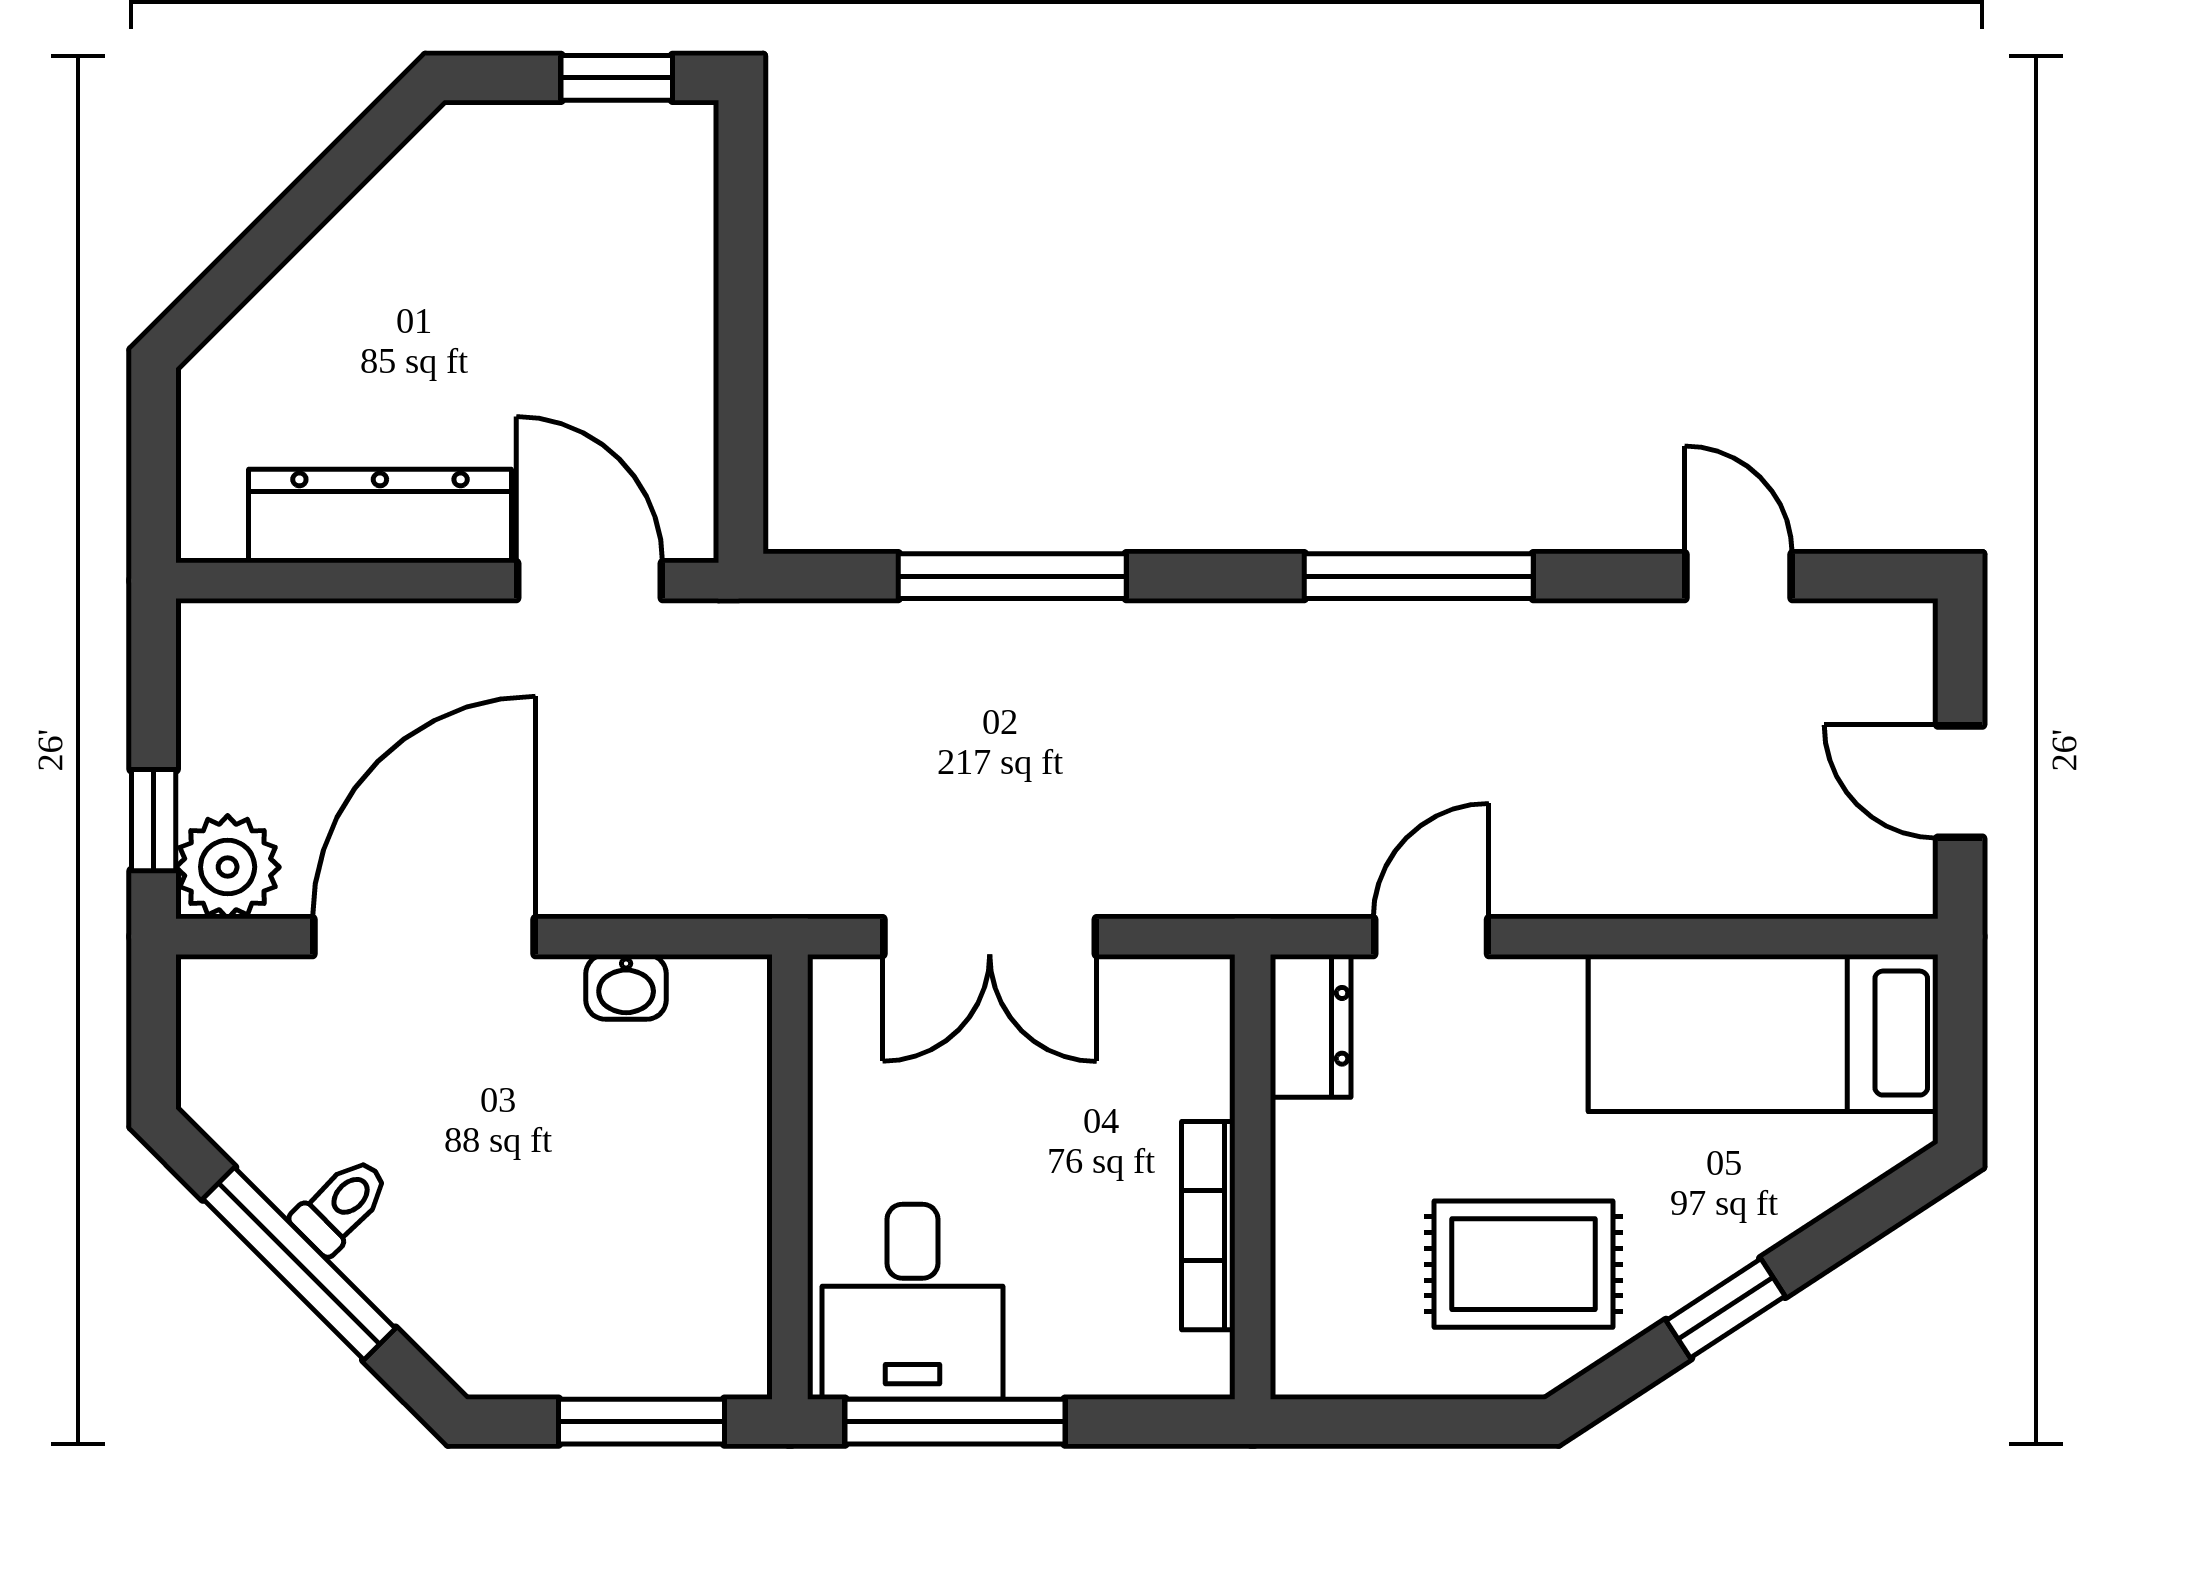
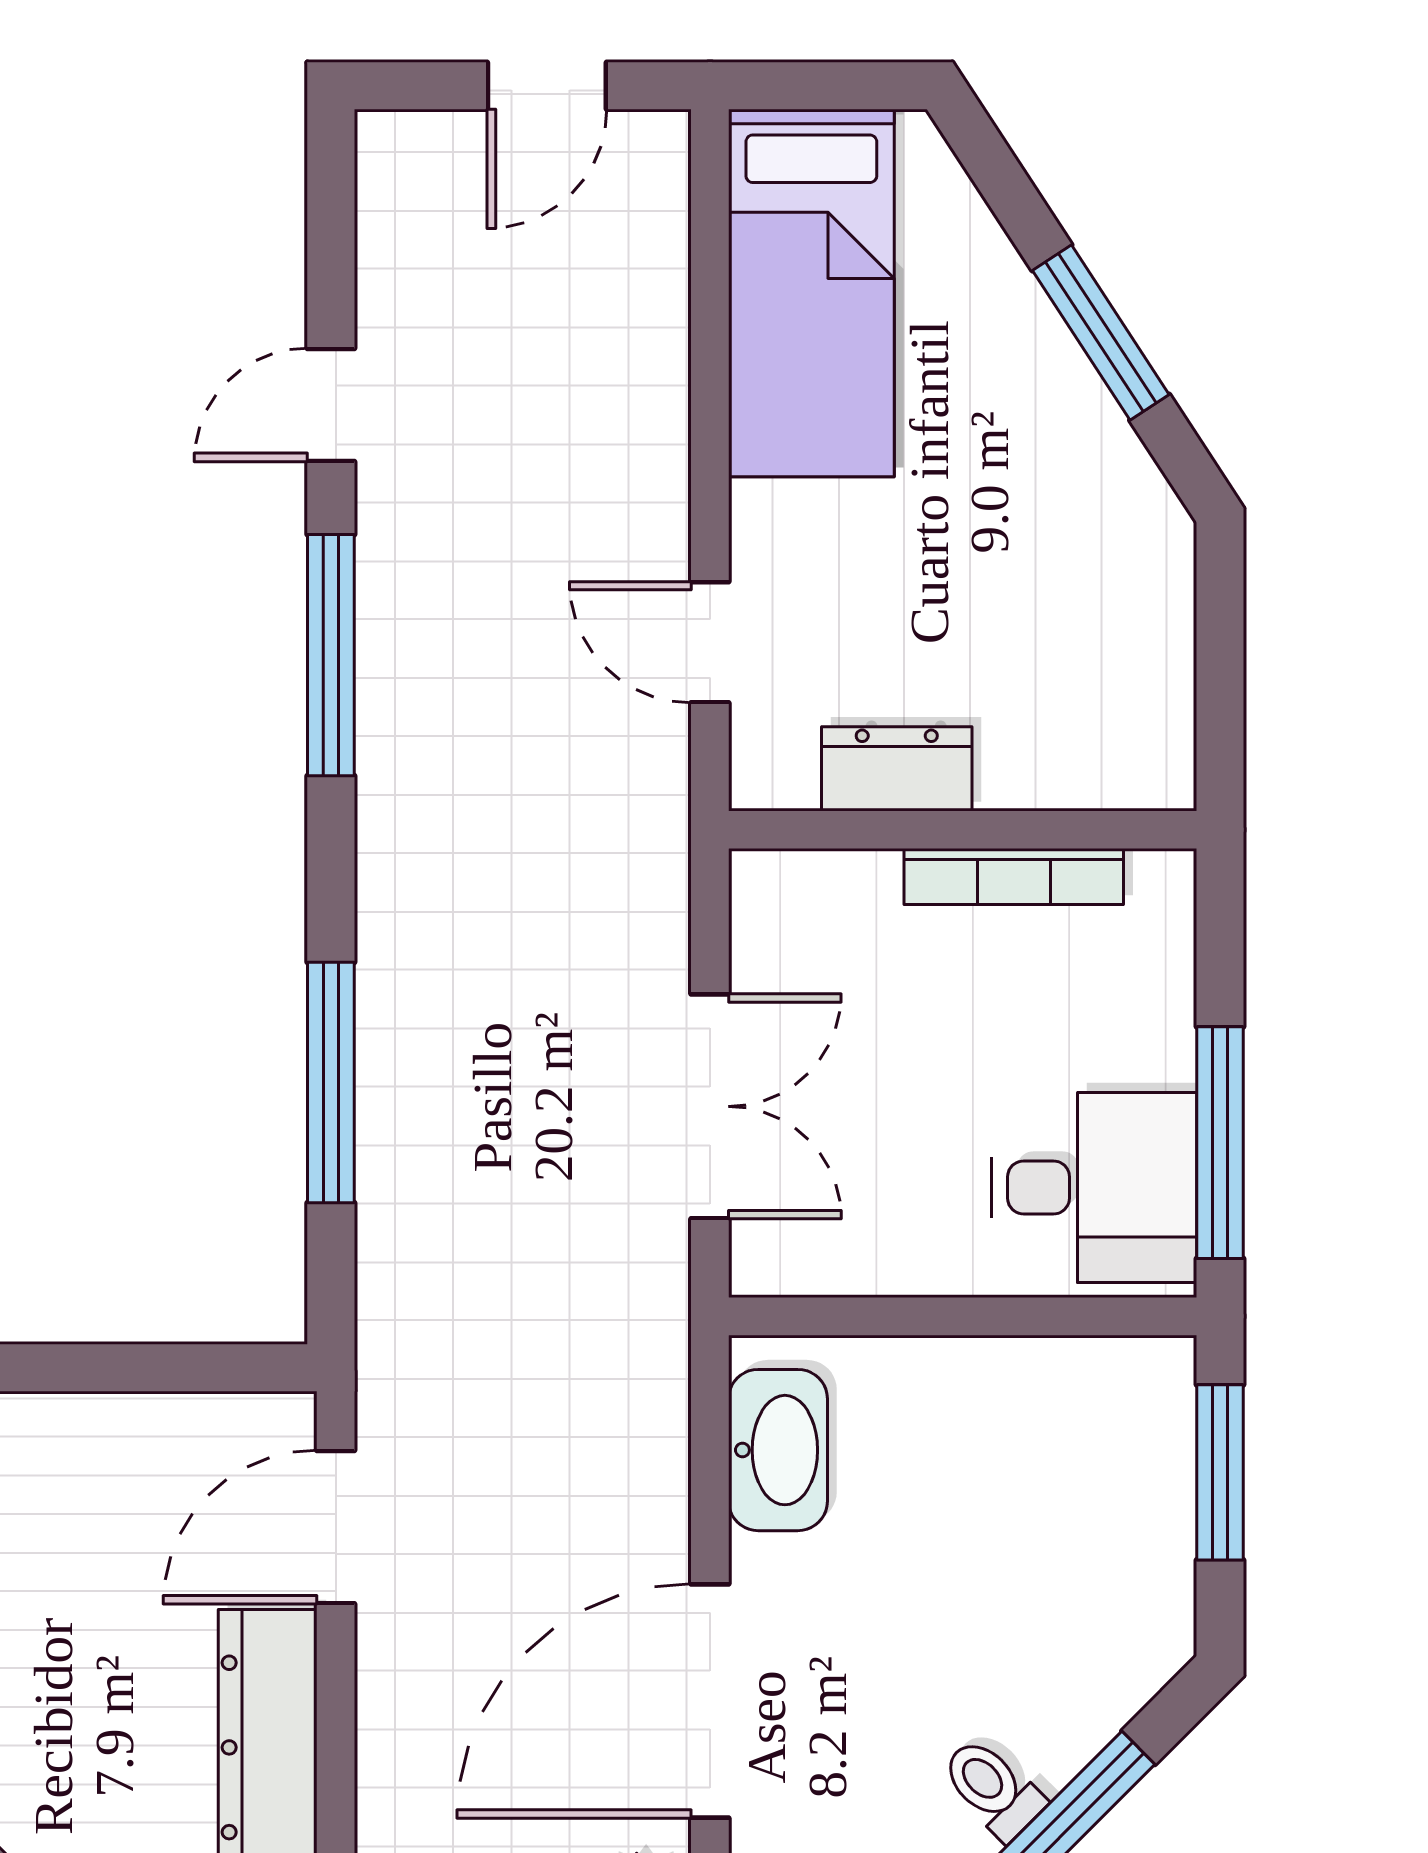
door: (1738, 576) -> (331, 405), moved
door: (424, 937) -> (710, 1701), hinge flipped
washbasin: (626, 987) -> (778, 1450), width x1.91, depth x1.45
dresser: (1311, 1026) -> (897, 769), moved
rug: (1524, 1264) -> (1054, 545), removed
window: (1726, 1308) -> (1101, 333), width x1.50

